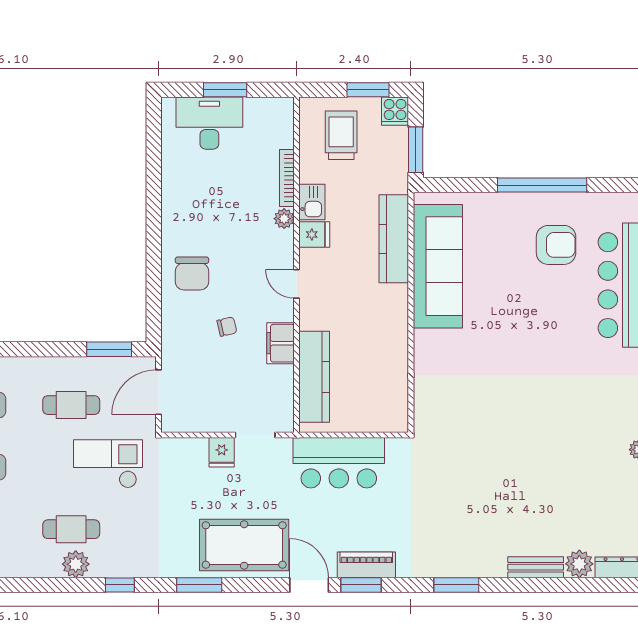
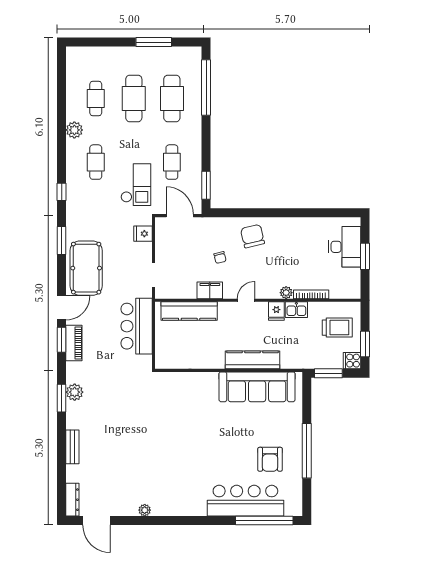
kitchen counter: (394, 239) -> (253, 360), moved
chair: (192, 273) -> (253, 236), turned 77
fridge: (222, 452) -> (143, 234), moved
plant: (76, 564) -> (74, 130), moved
plant: (579, 564) -> (75, 392), moved

